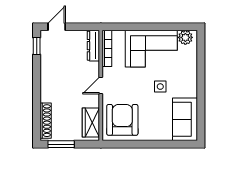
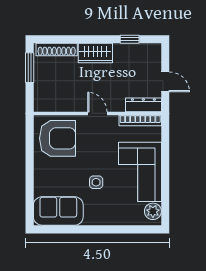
door: (57, 27) -> (165, 82), moved
window: (37, 46) -> (130, 39), moved
wardrobe: (91, 123) -> (95, 53), moved, turned 180

